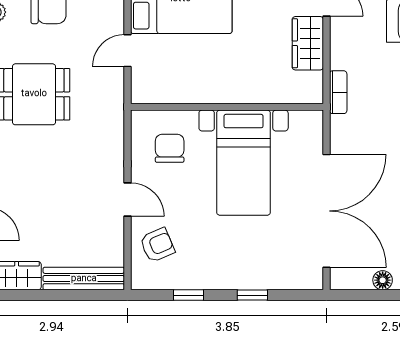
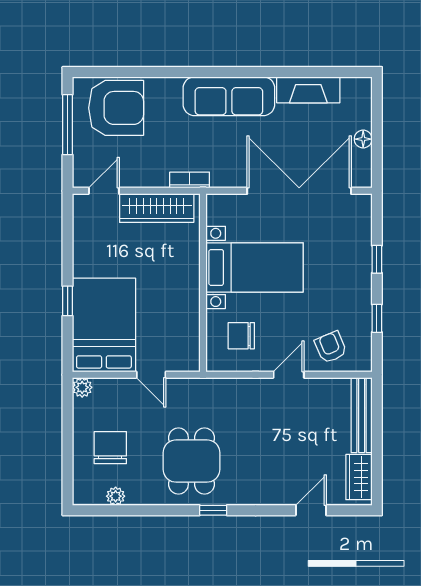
wardrobe: (308, 43) -> (157, 208), width x1.50

